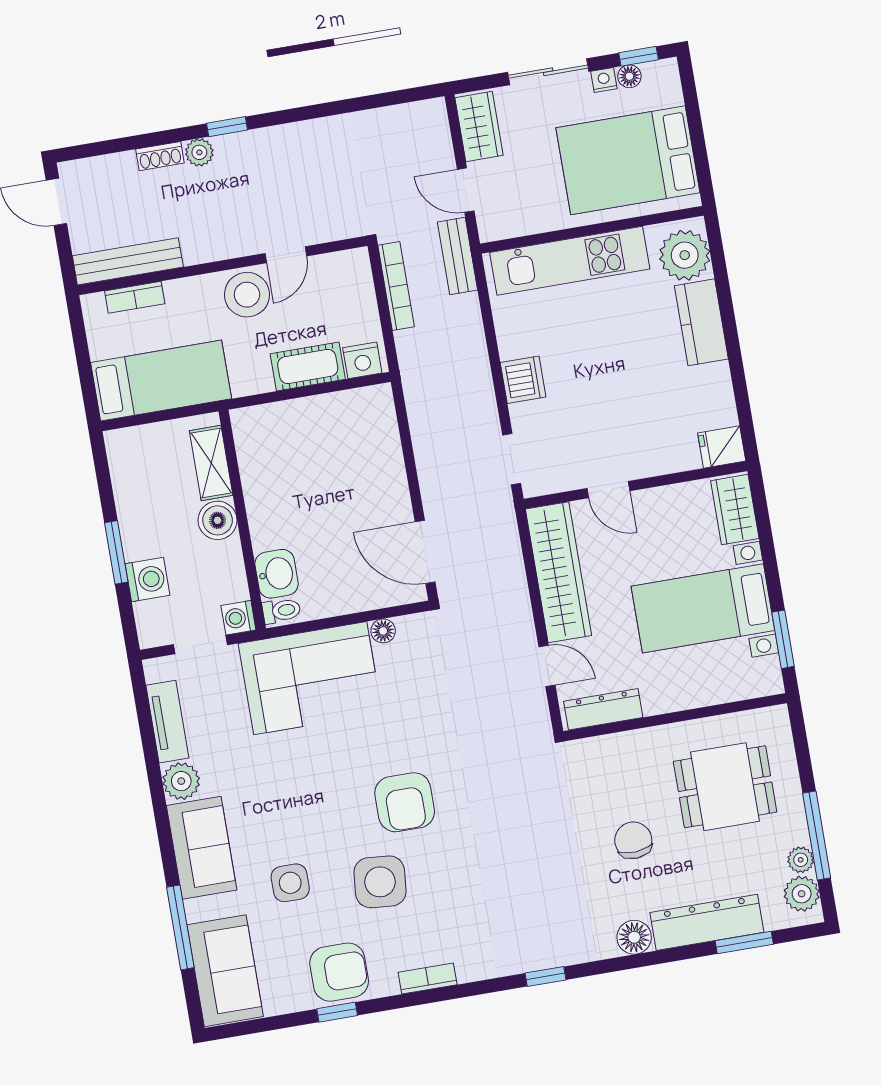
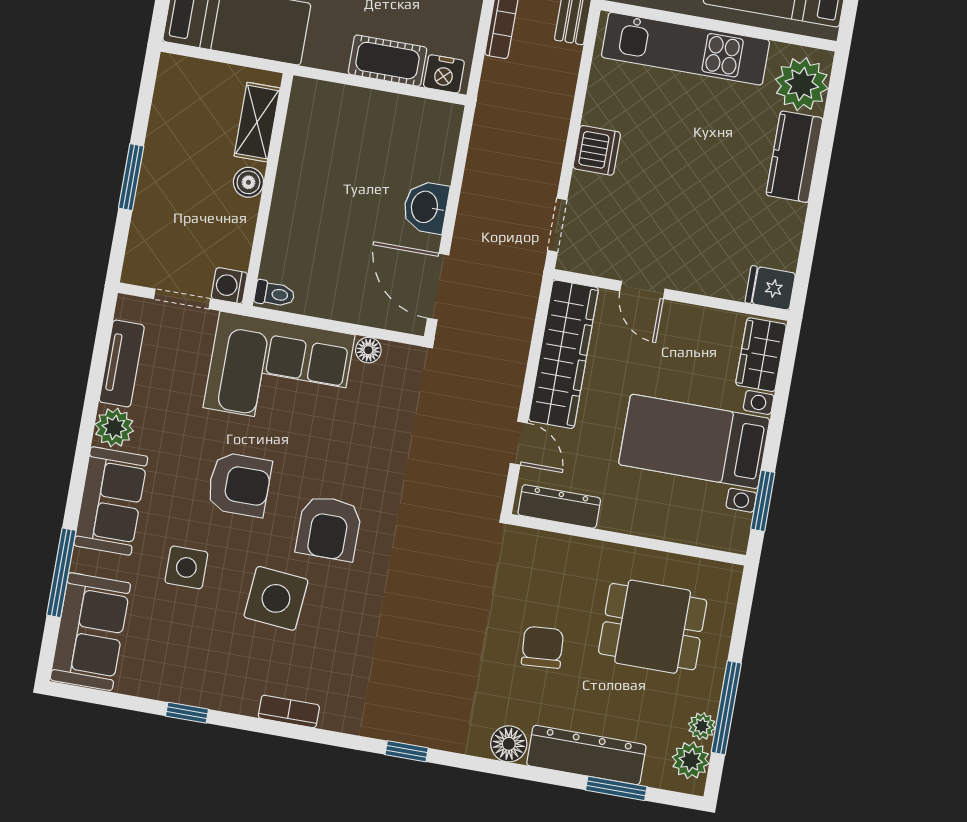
boiler: (218, 520) -> (248, 182), width x0.73, depth x0.73
washbasin: (277, 574) -> (426, 207), moved, turned 180
washing machine: (147, 580) -> (152, 215), removed
armchair: (339, 972) -> (239, 485), moved

